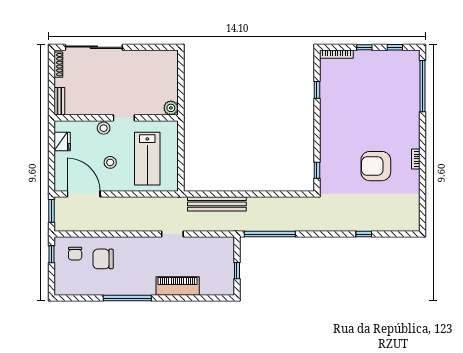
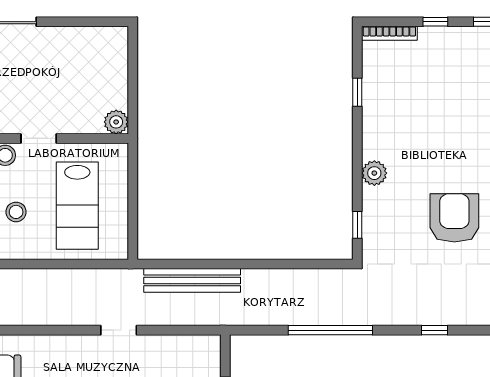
plant: (327, 139) -> (374, 173), added
armchair: (376, 166) -> (454, 218), turned 90
window: (270, 234) -> (330, 330), moved

